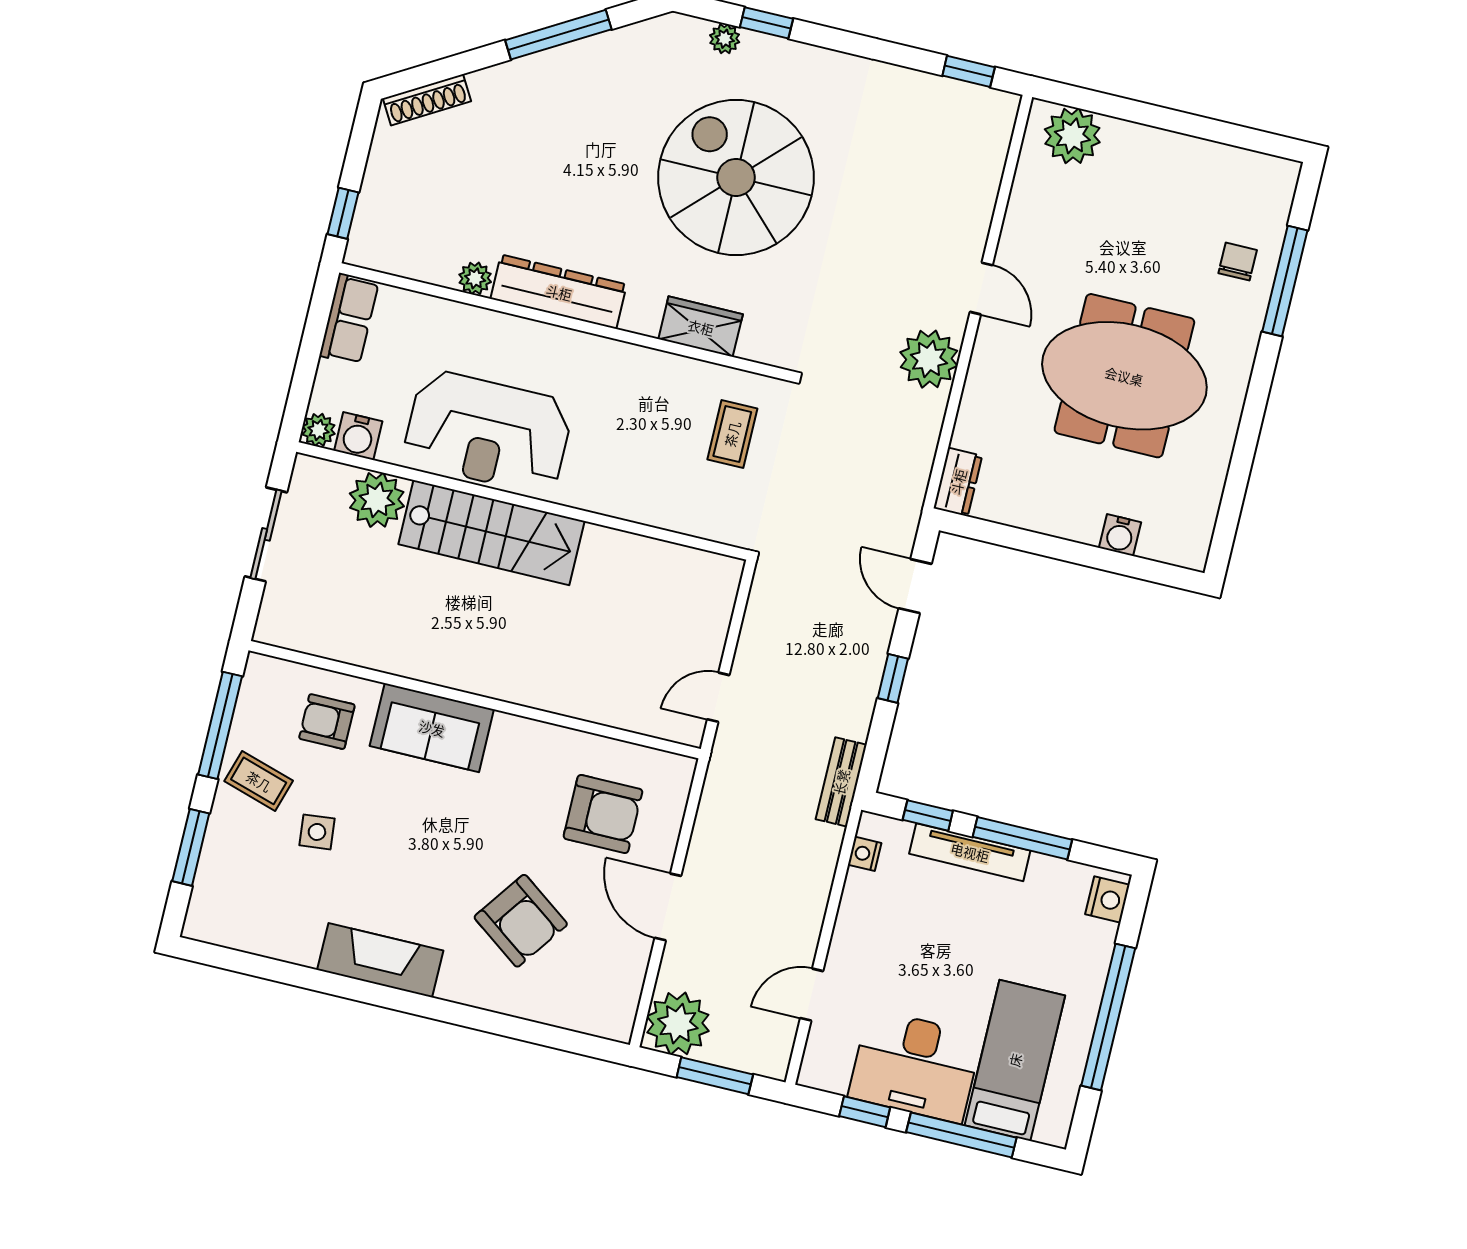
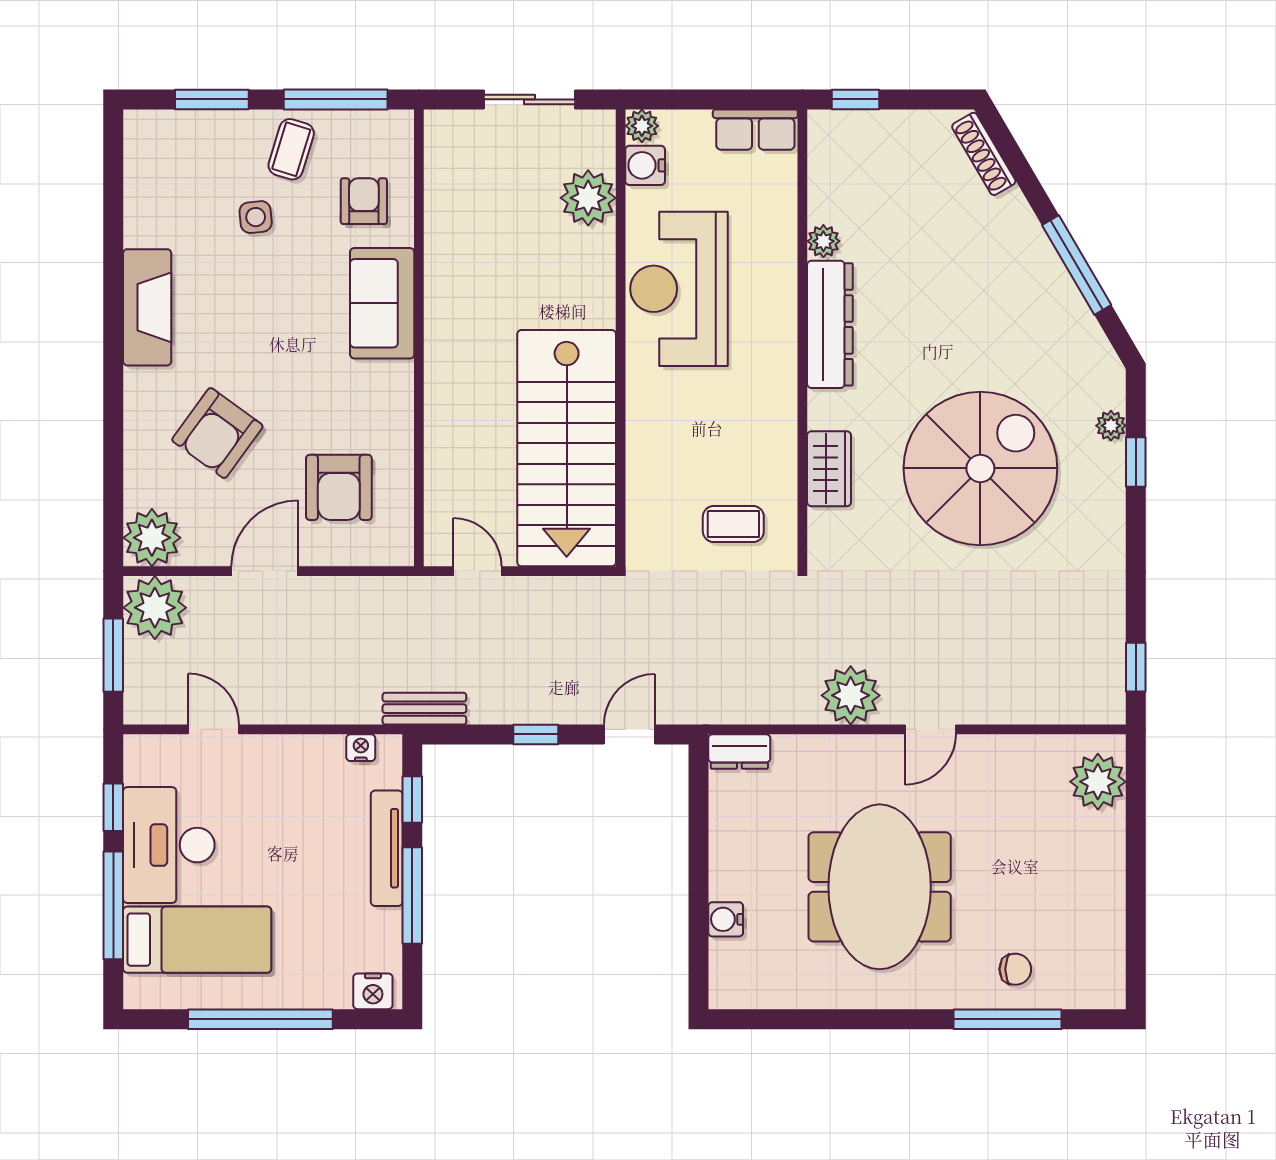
stairs: (491, 533) -> (567, 448), moved, width x1.36, depth x1.51
plant: (608, 1010) -> (152, 538), added

